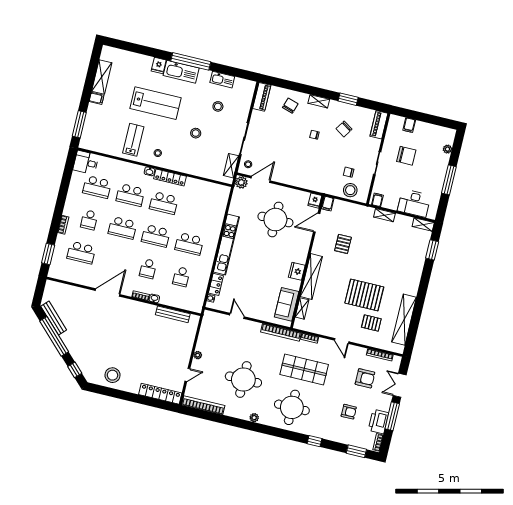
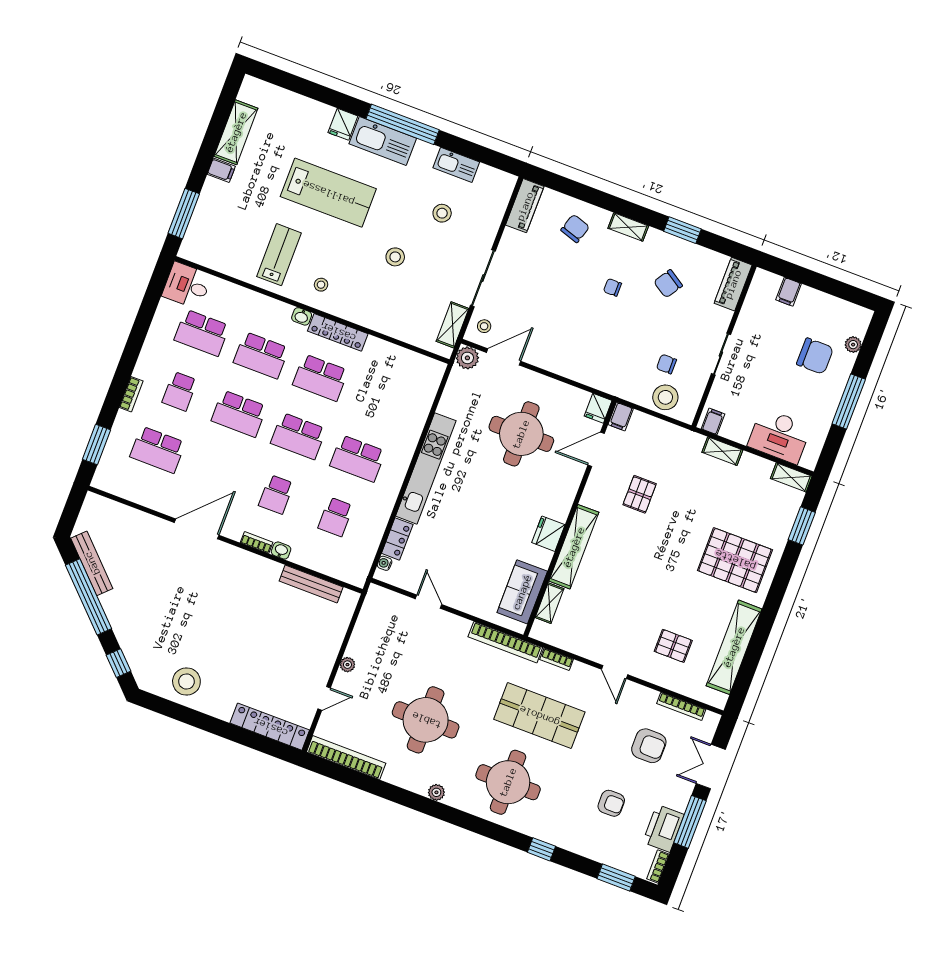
chair: (406, 156) -> (815, 356), moved
pallet: (364, 295) -> (735, 560), moved

